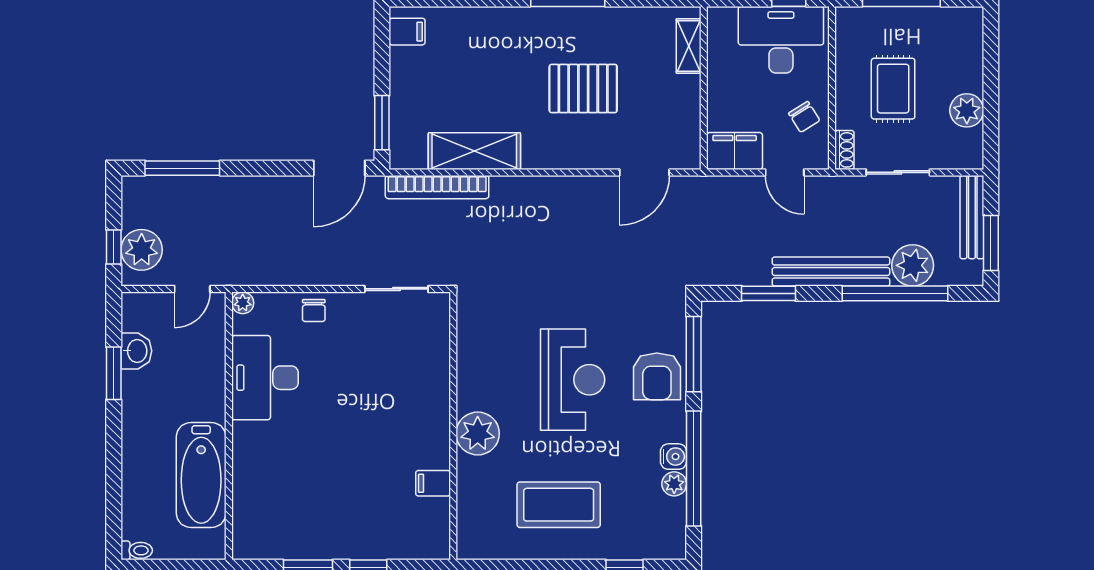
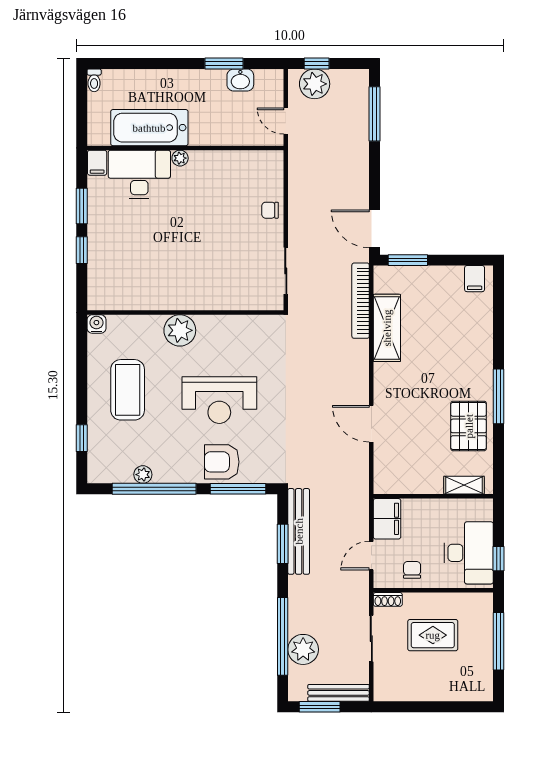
pallet: (583, 88) -> (469, 426), moved
plant: (967, 110) -> (417, 689), removed
chair: (804, 117) -> (412, 570), turned 122
door: (644, 172) -> (371, 424), moved
bench: (831, 271) -> (299, 531), moved
plant: (243, 303) -> (180, 158), moved
desk: (265, 378) -> (139, 174), moved
water cooler: (673, 457) -> (96, 324), moved, turned 180
filing cabinet: (433, 483) -> (97, 163), moved, turned 180

